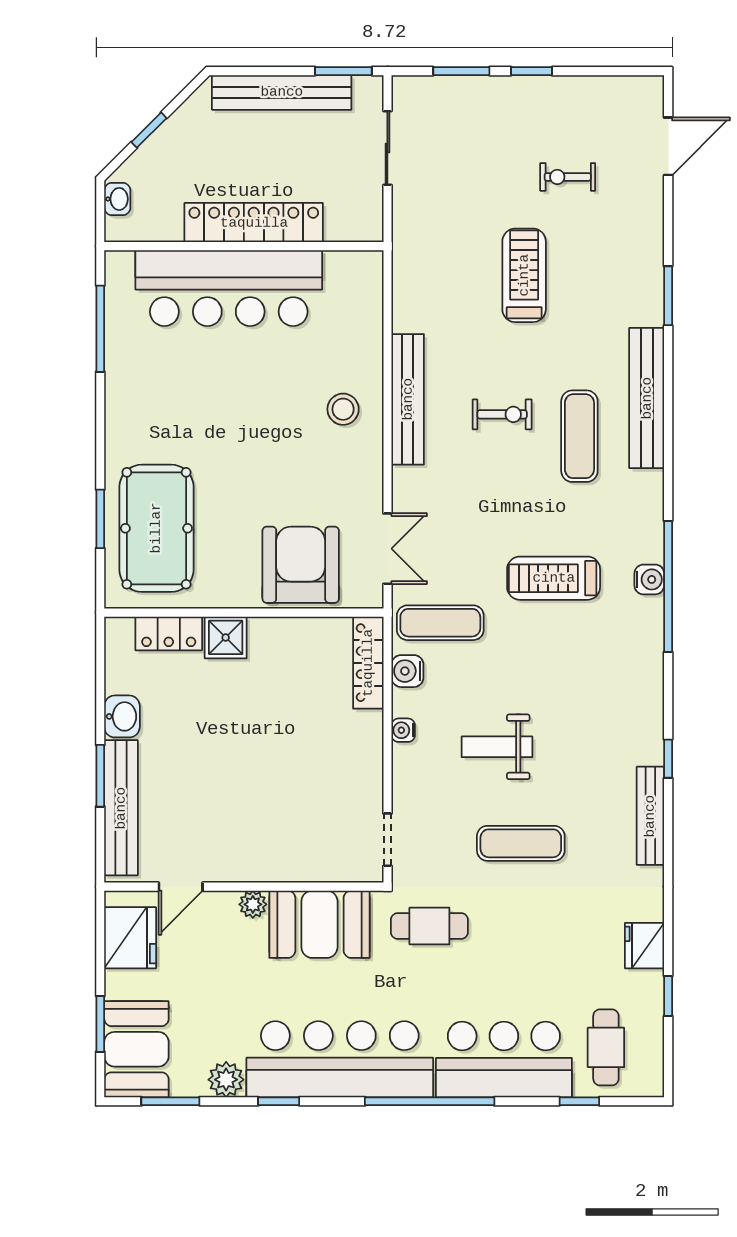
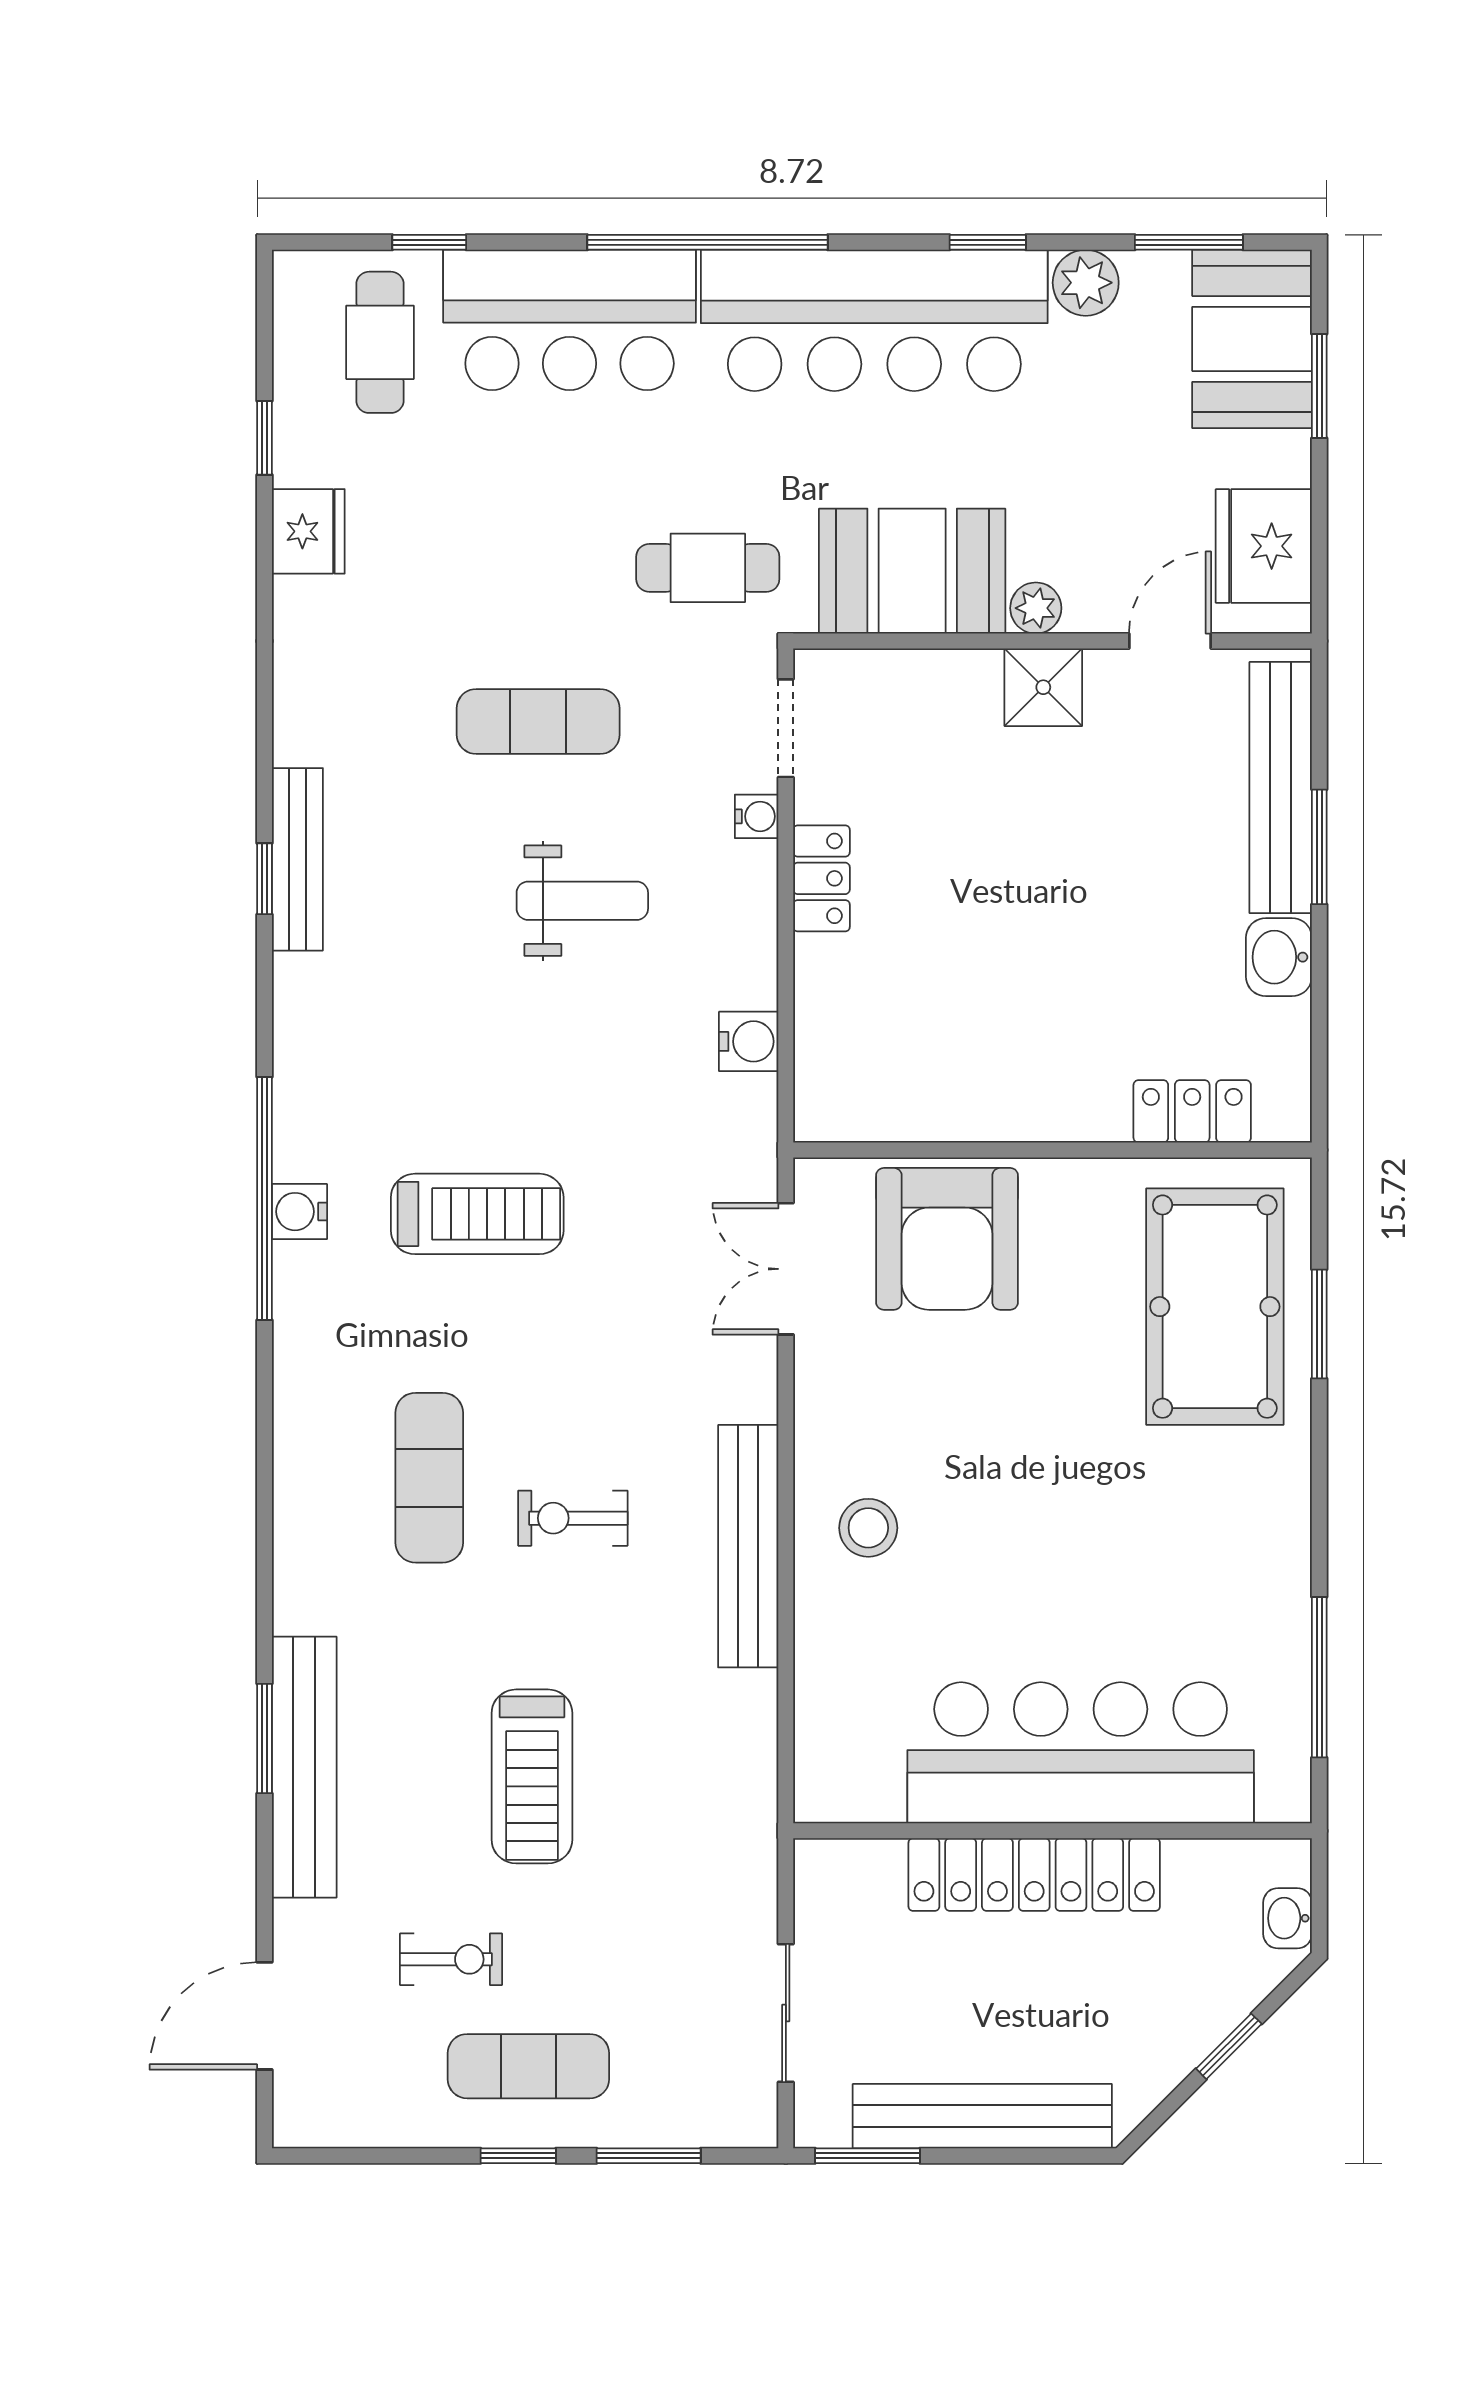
bench: (647, 398) -> (304, 1767), moved
exercise mat: (440, 623) -> (528, 2066), moved
shower: (226, 637) -> (1043, 687), moved
locker: (368, 663) -> (821, 878), moved, width x0.66
water cooler: (403, 730) -> (757, 816), moved
bench: (650, 816) -> (297, 859), moved

